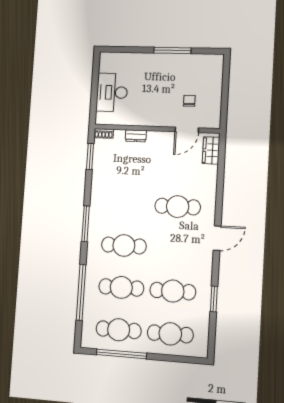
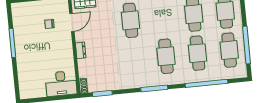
desk: (112, 92) -> (61, 84), moved
door: (187, 130) -> (72, 22), hinge flipped
dresser: (136, 136) -> (81, 50), moved

